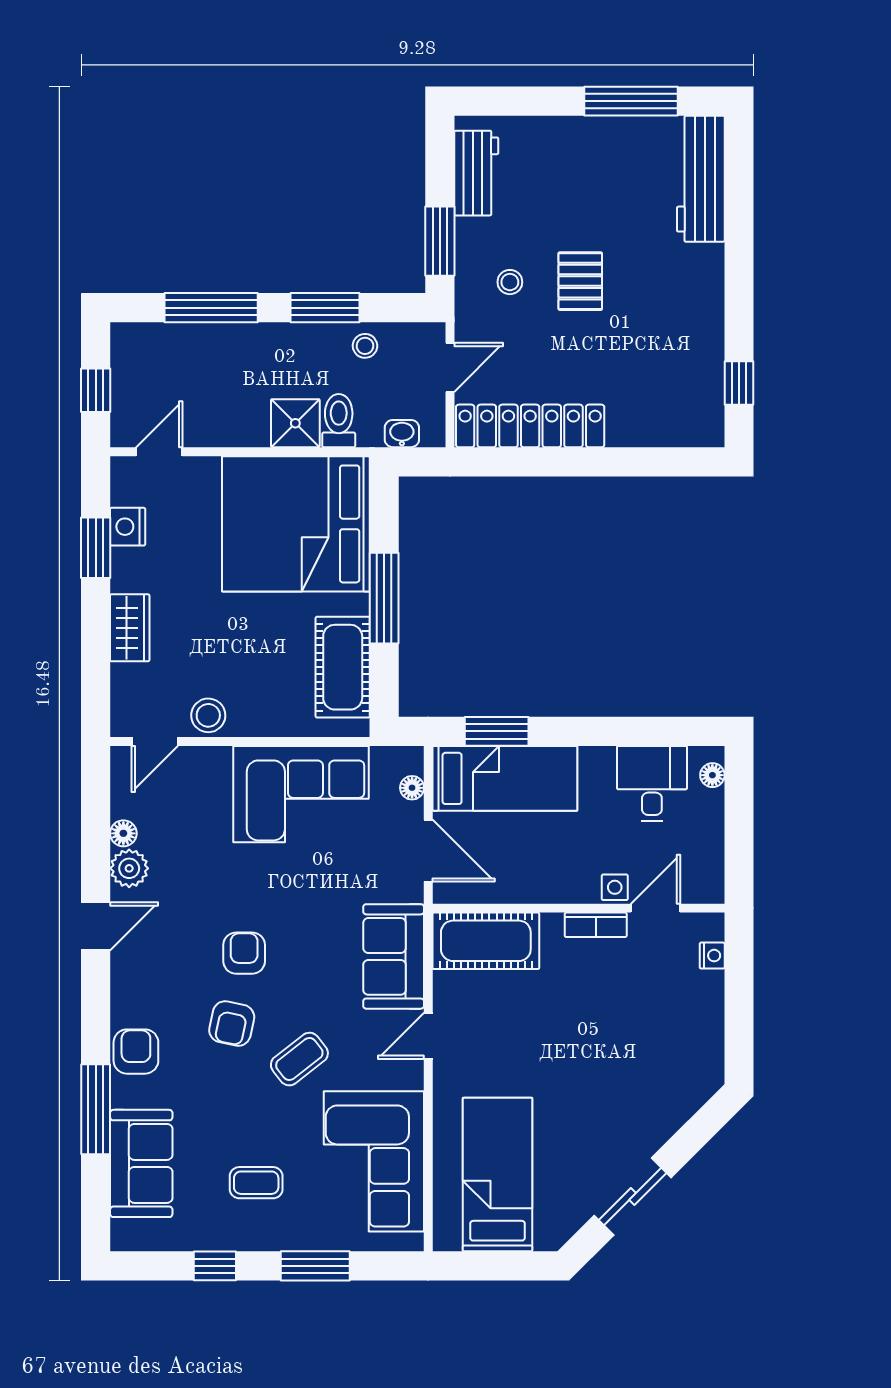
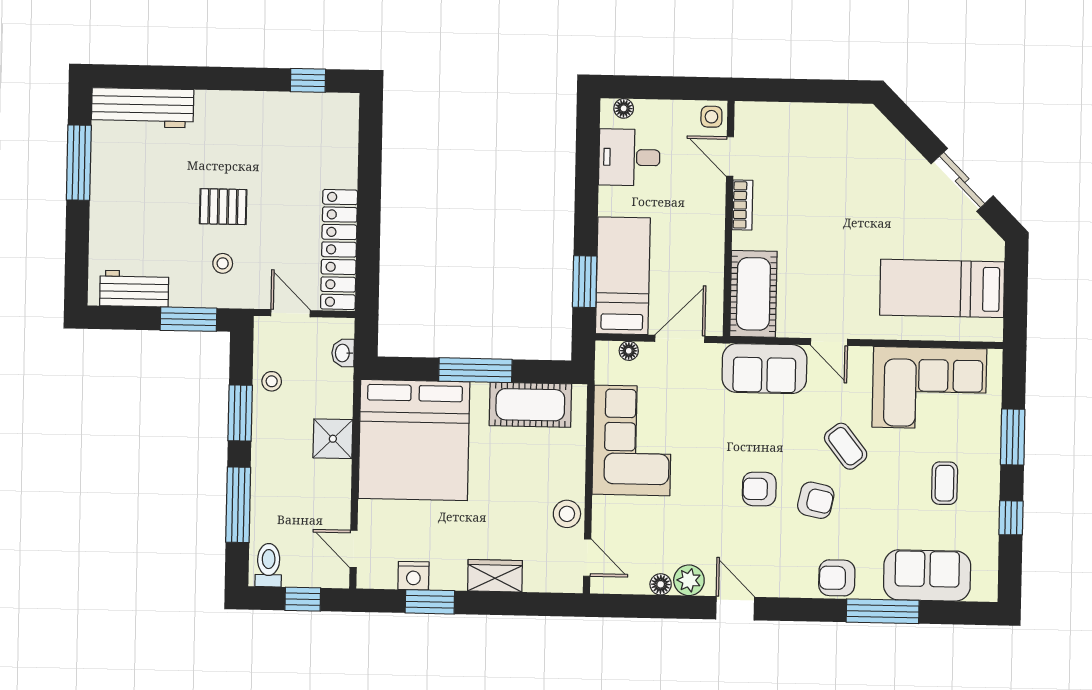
toilet: (339, 421) -> (269, 565), moved, turned 90
side table: (615, 887) -> (711, 117), moved
nightstand: (712, 956) -> (769, 112), removed

